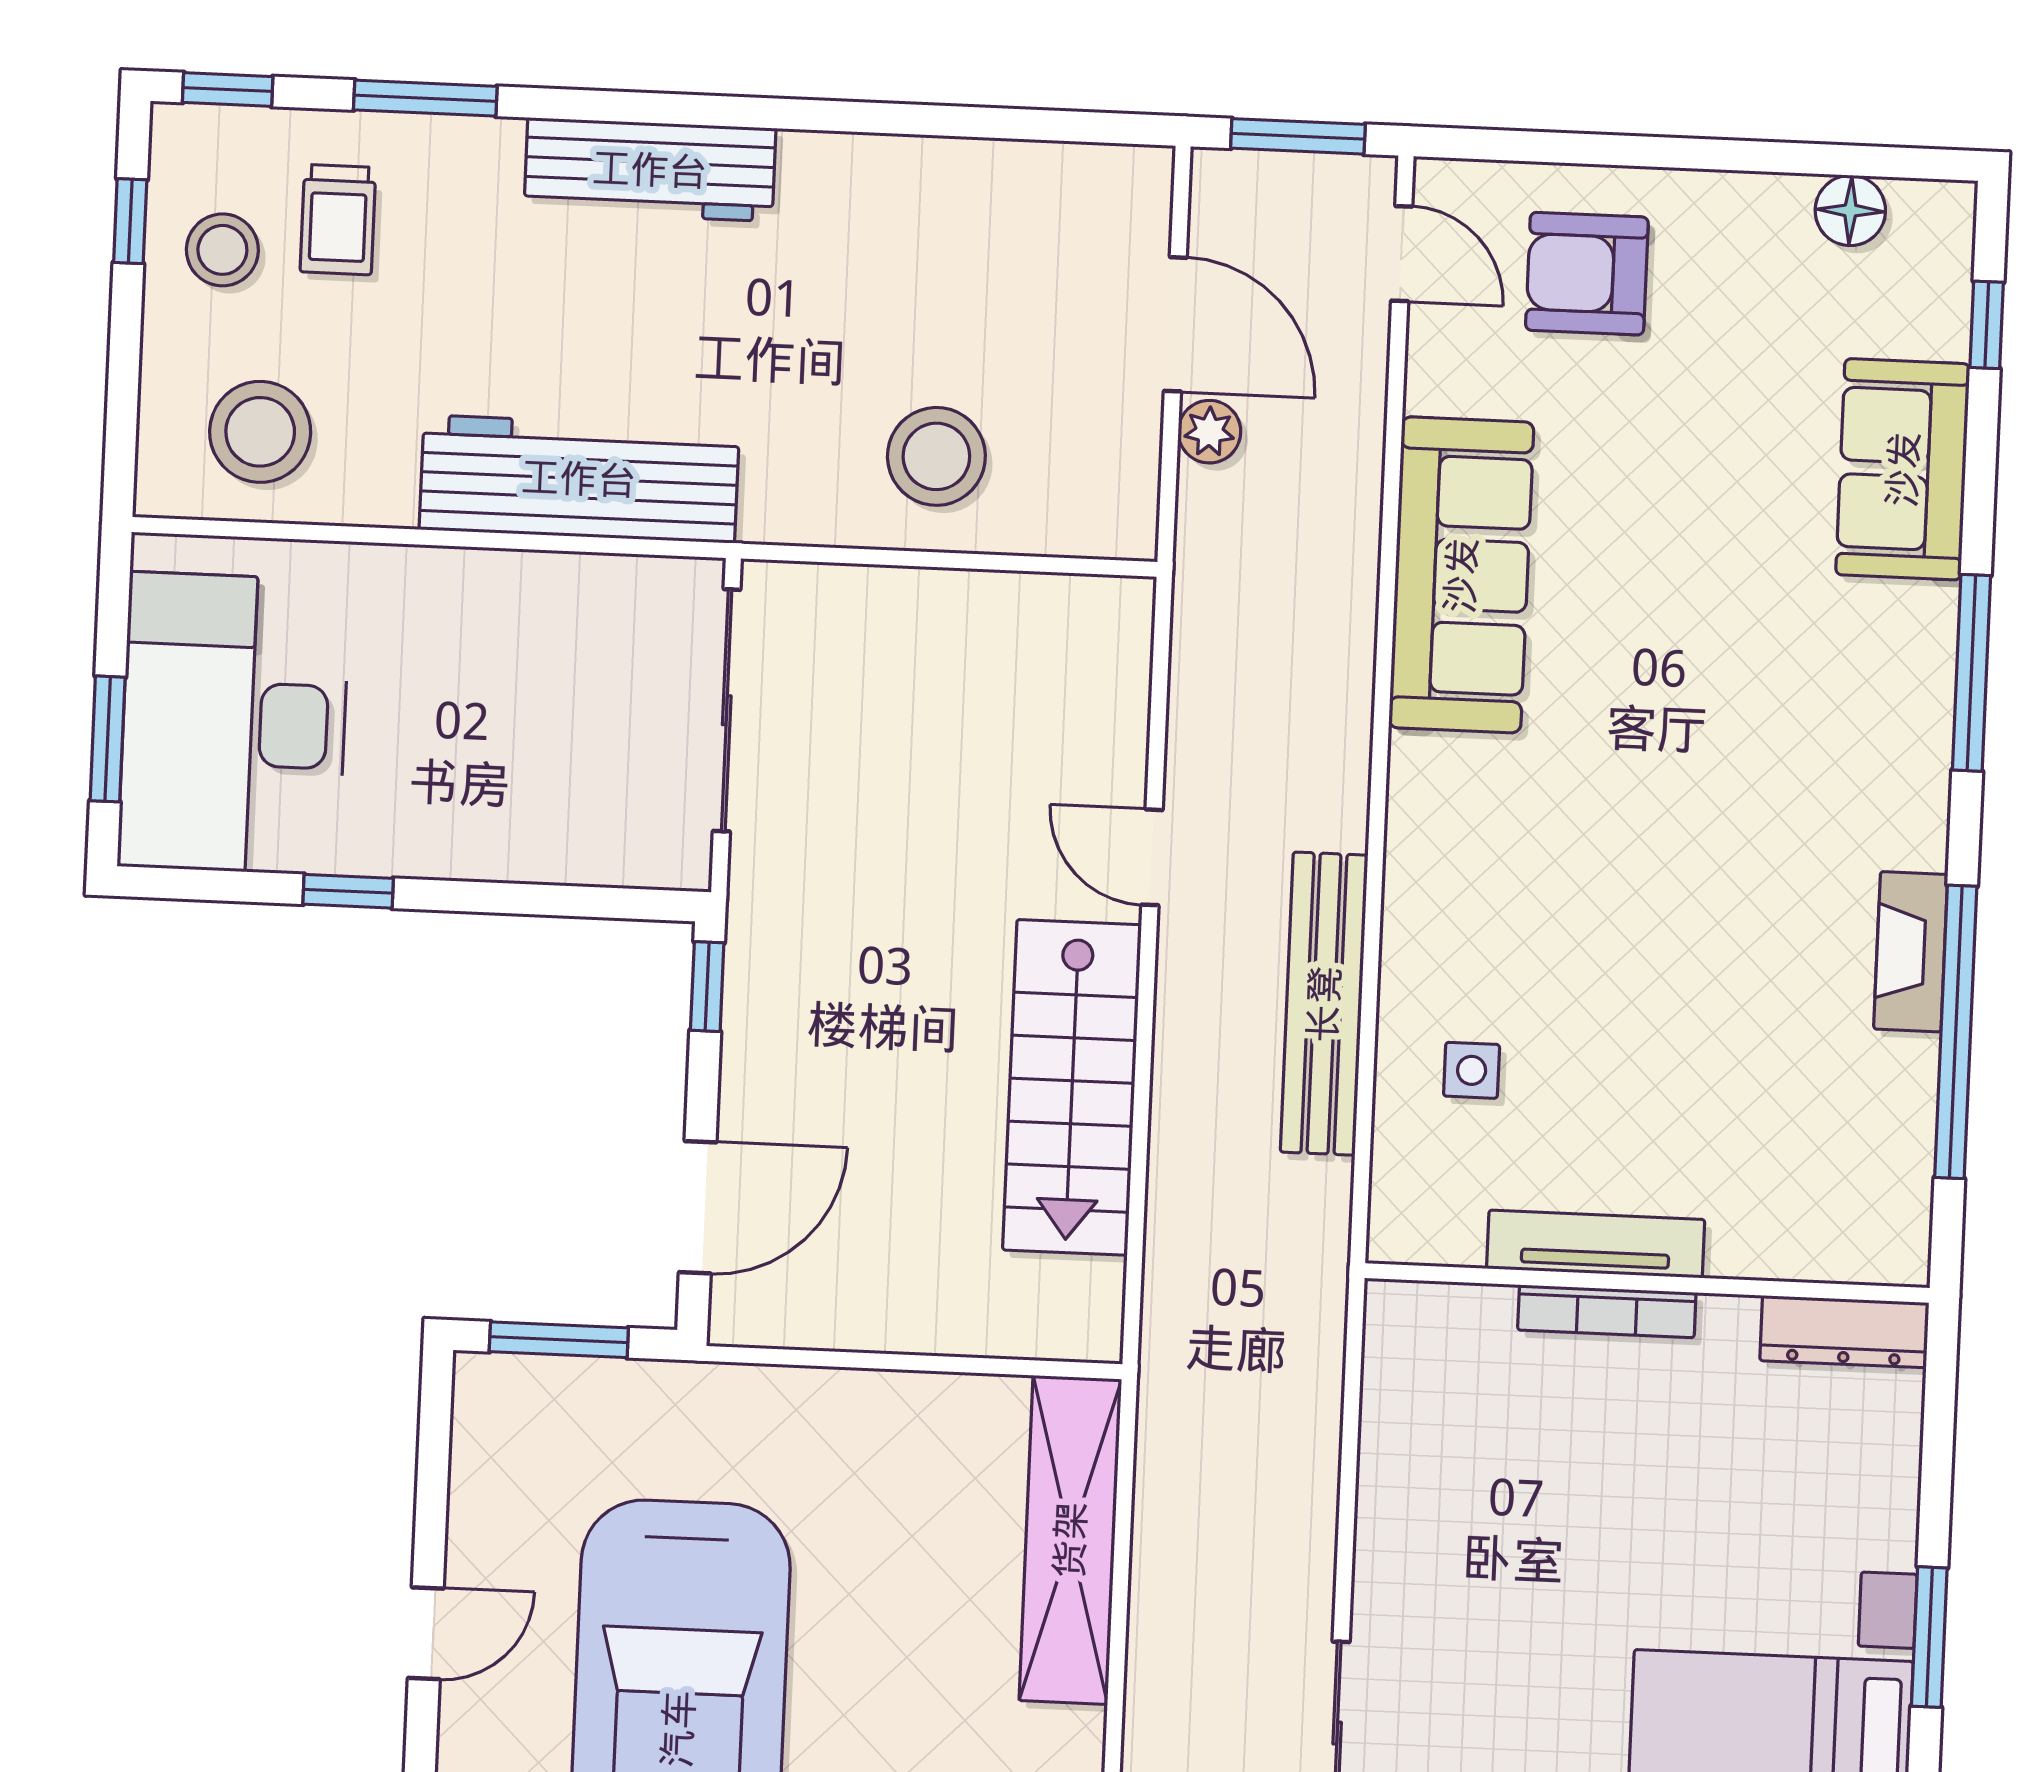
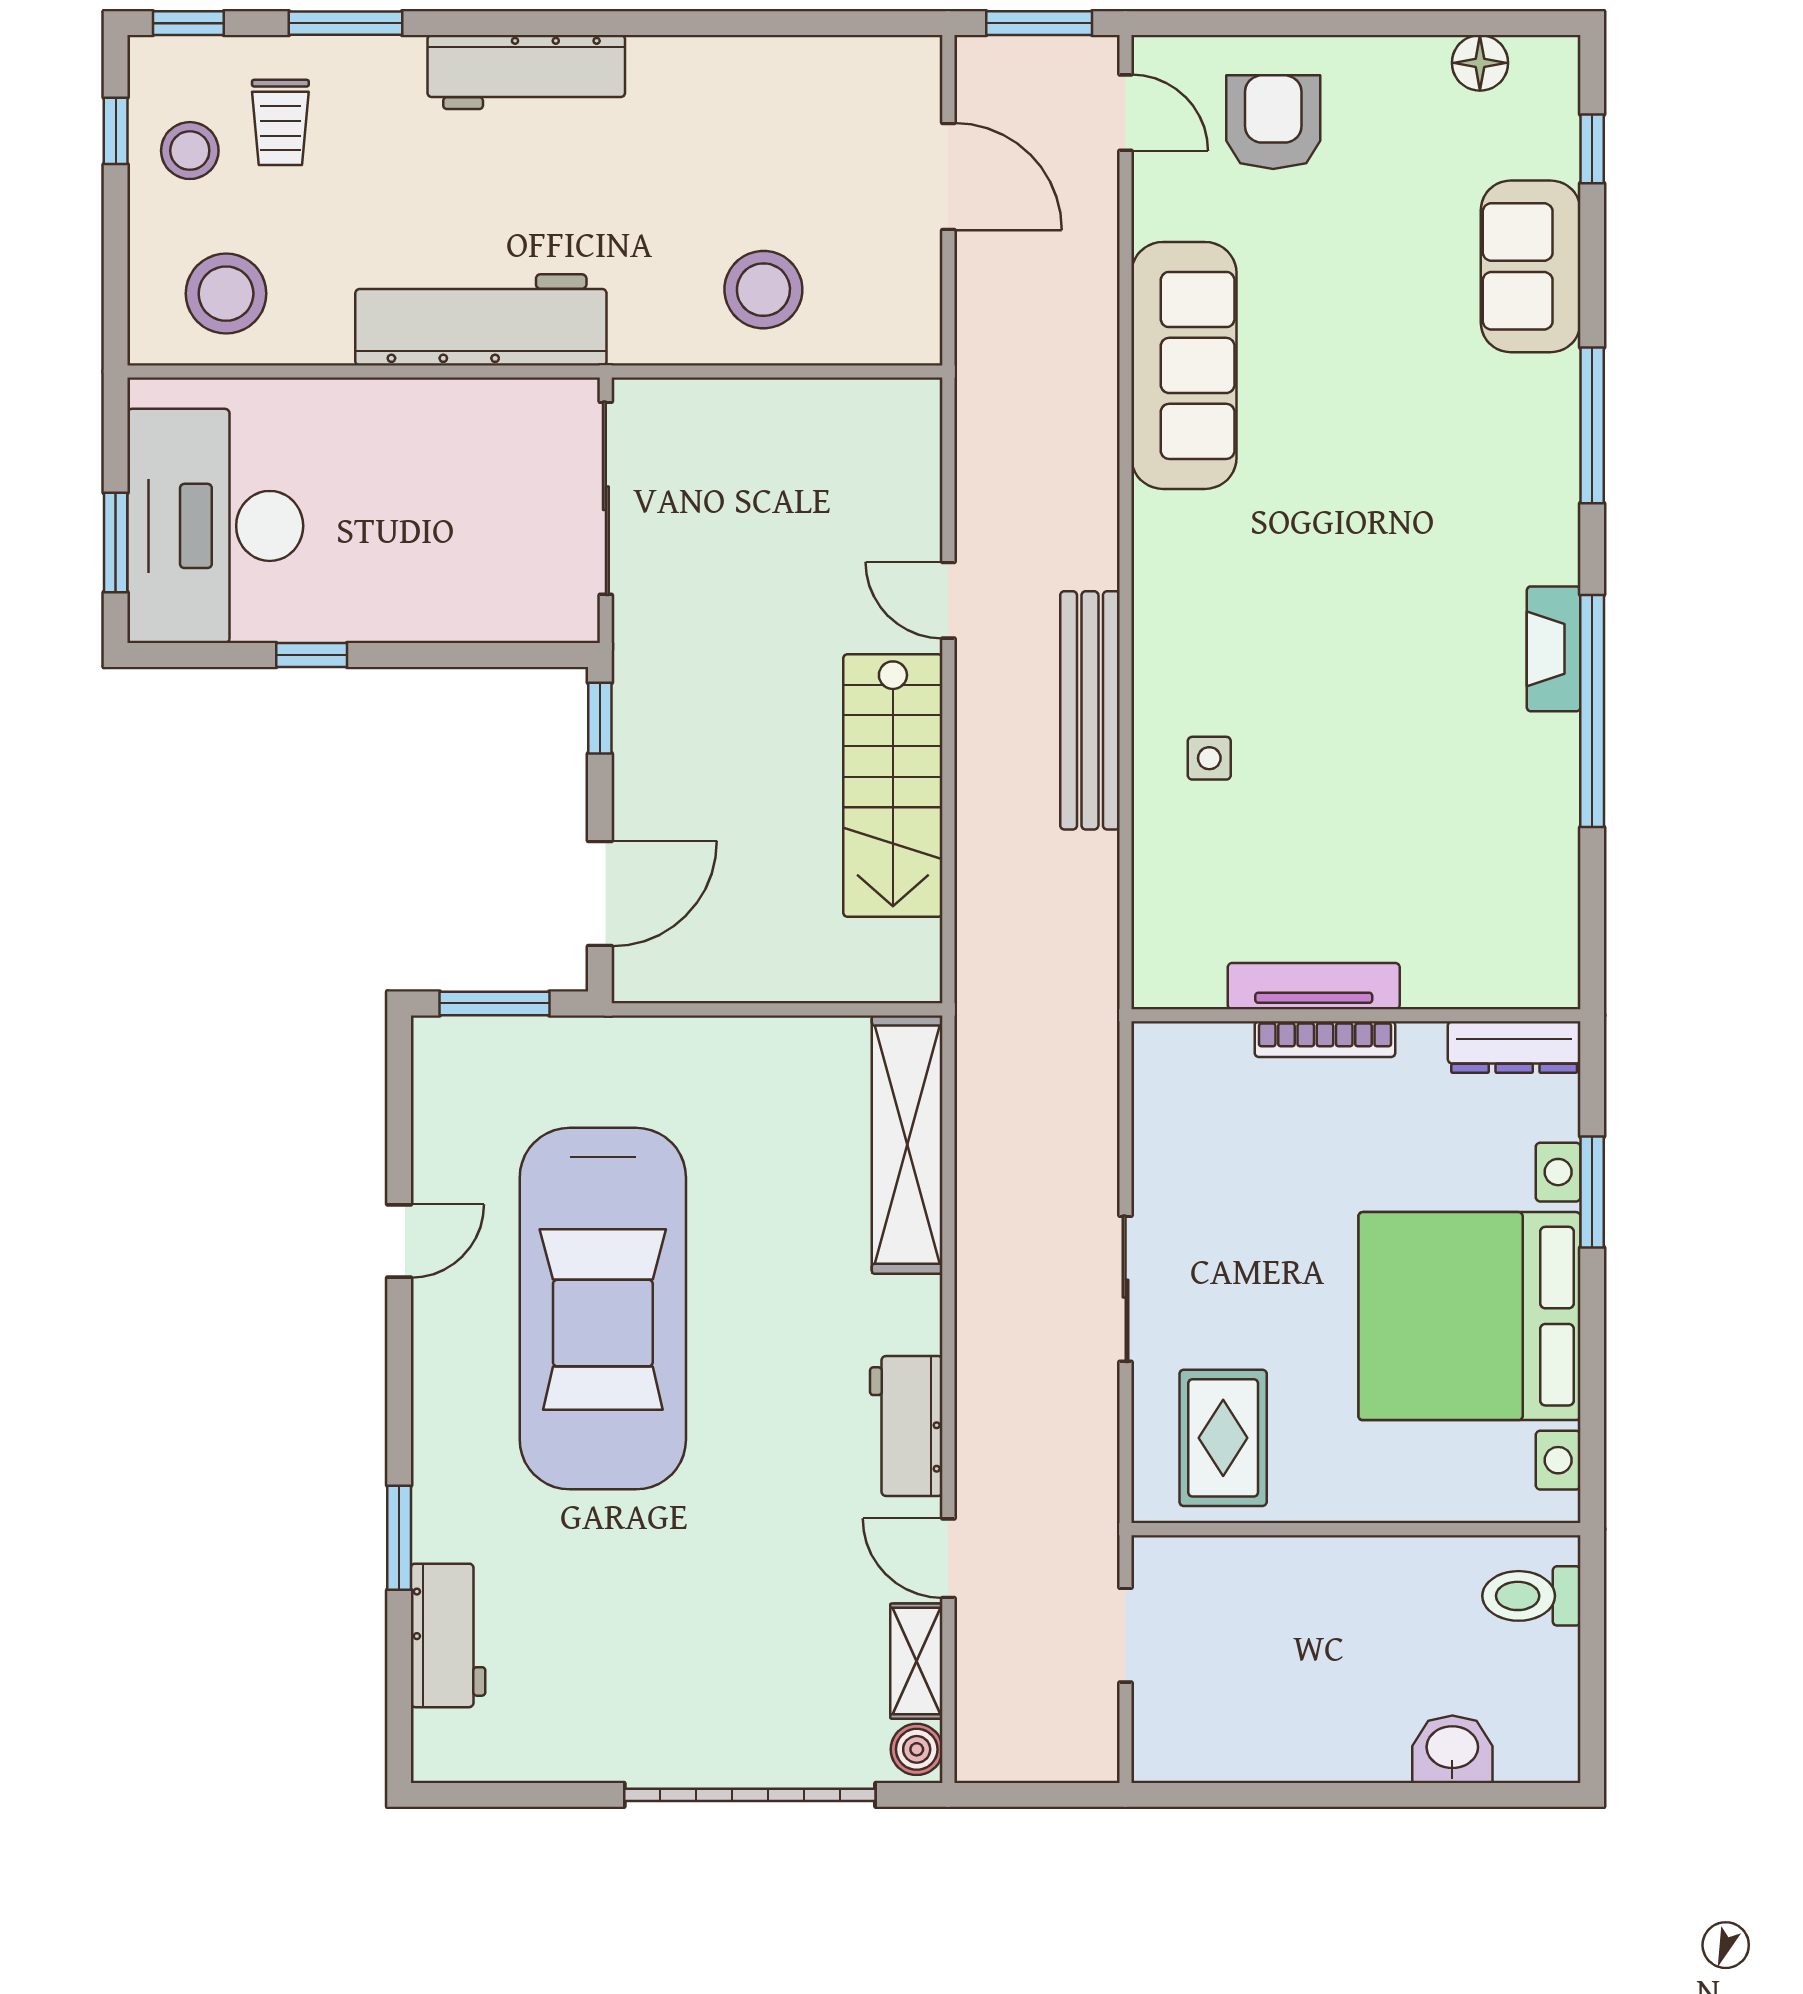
armchair: (1587, 274) -> (1273, 122), turned 90
plant: (1209, 432) -> (979, 261), removed
tv unit: (1596, 1244) -> (1314, 986), moved
wall: (1647, 1283) -> (1356, 1015), moved
bookcase: (1607, 1311) -> (1325, 1039), moved
dresser: (1844, 1332) -> (1514, 1047), moved

